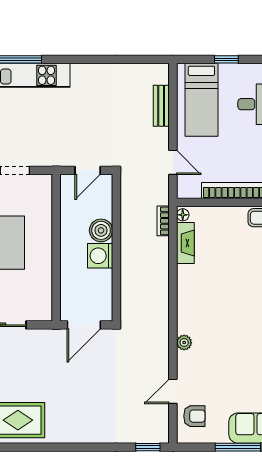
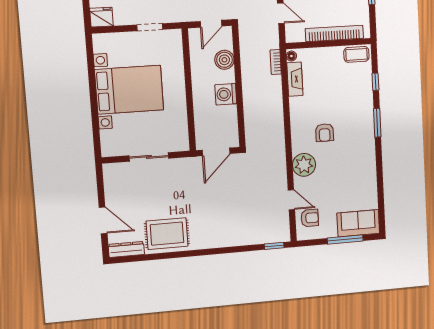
boiler: (101, 230) -> (224, 60), moved
armchair: (219, 311) -> (325, 133), added
plant: (184, 343) -> (304, 165), width x1.88, depth x1.88
door: (173, 391) -> (291, 200), swing flipped

